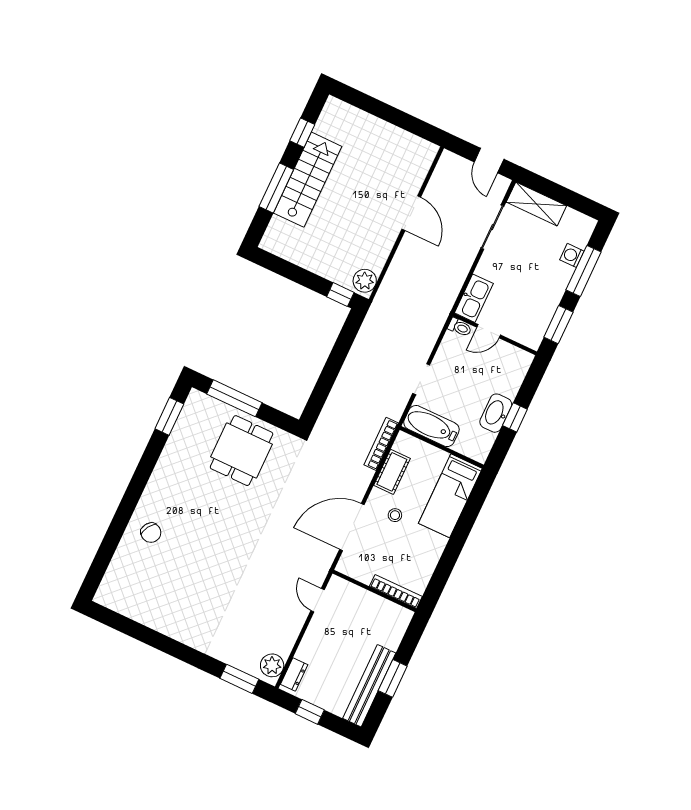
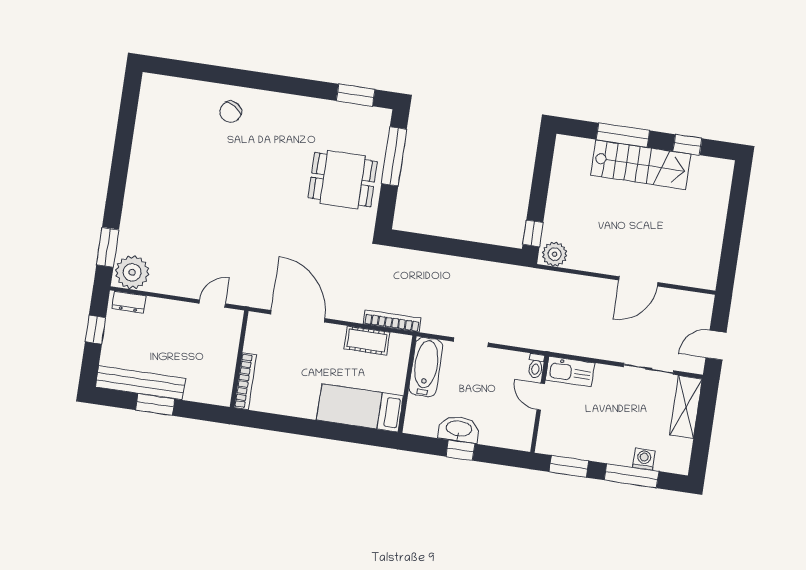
stool: (395, 515) -> (323, 357), removed
plant: (272, 665) -> (132, 272), width x1.36, depth x1.36

